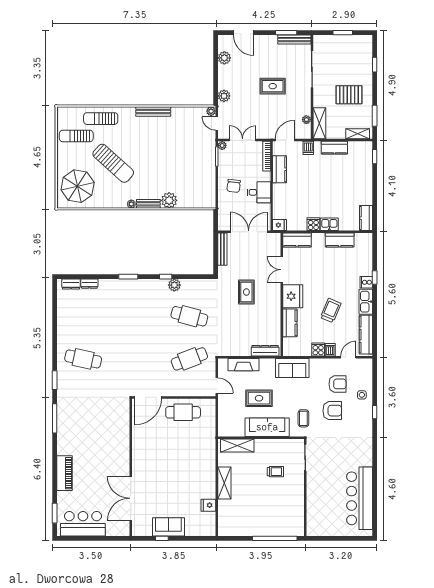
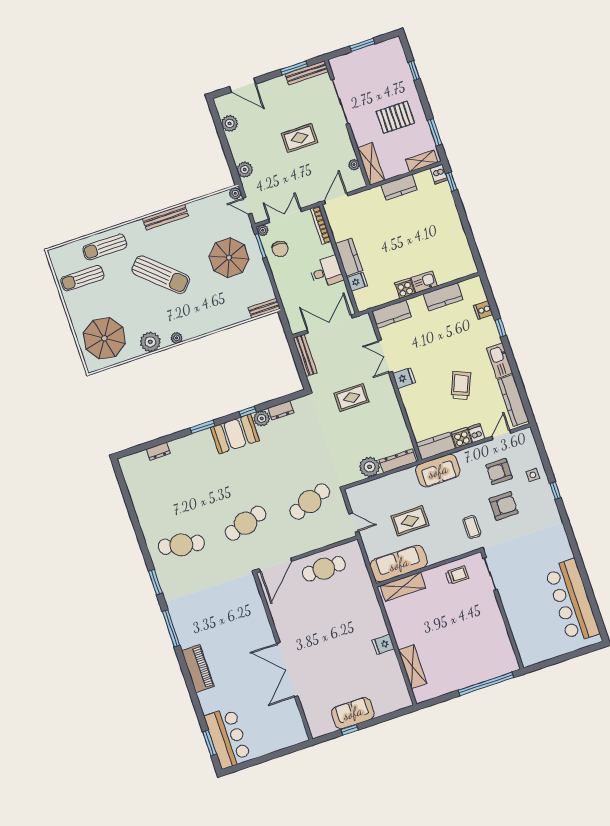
dishwasher: (308, 148) -> (439, 174), moved
parasol: (190, 157) -> (229, 258), added
sun lounger: (113, 163) -> (161, 275), moved
kitchen counter: (280, 169) -> (349, 257), moved
chair: (234, 186) -> (280, 249), moved
plant: (169, 200) -> (150, 342), moved
bench: (148, 204) -> (264, 308), moved
kitchen counter: (366, 218) -> (466, 259), removed
fridge: (280, 225) -> (357, 282), moved
cooker: (366, 282) -> (483, 310), moved
dresser: (71, 284) -> (281, 410), moved
booth: (151, 290) -> (235, 434), added
rug: (246, 292) -> (352, 397), turned 90
fridge: (293, 296) -> (404, 378), width x0.53, depth x0.75
cafe table: (189, 316) -> (246, 523), moved, turned -33
kitchen counter: (290, 323) -> (436, 446), moved, turned -90
plant: (242, 348) -> (370, 467), added
fireplace: (244, 365) -> (378, 486), removed
armchair: (337, 384) -> (499, 472), turned 180
sofa: (267, 427) -> (399, 564), moved
trolley: (275, 472) -> (457, 575), moved
piano: (64, 473) -> (198, 669), moved
shelving: (224, 483) -> (412, 667), moved
double door: (131, 498) -> (287, 670), moved
fridge: (208, 505) -> (383, 644), moved
bar counter: (83, 524) -> (228, 738), moved, turned 90

